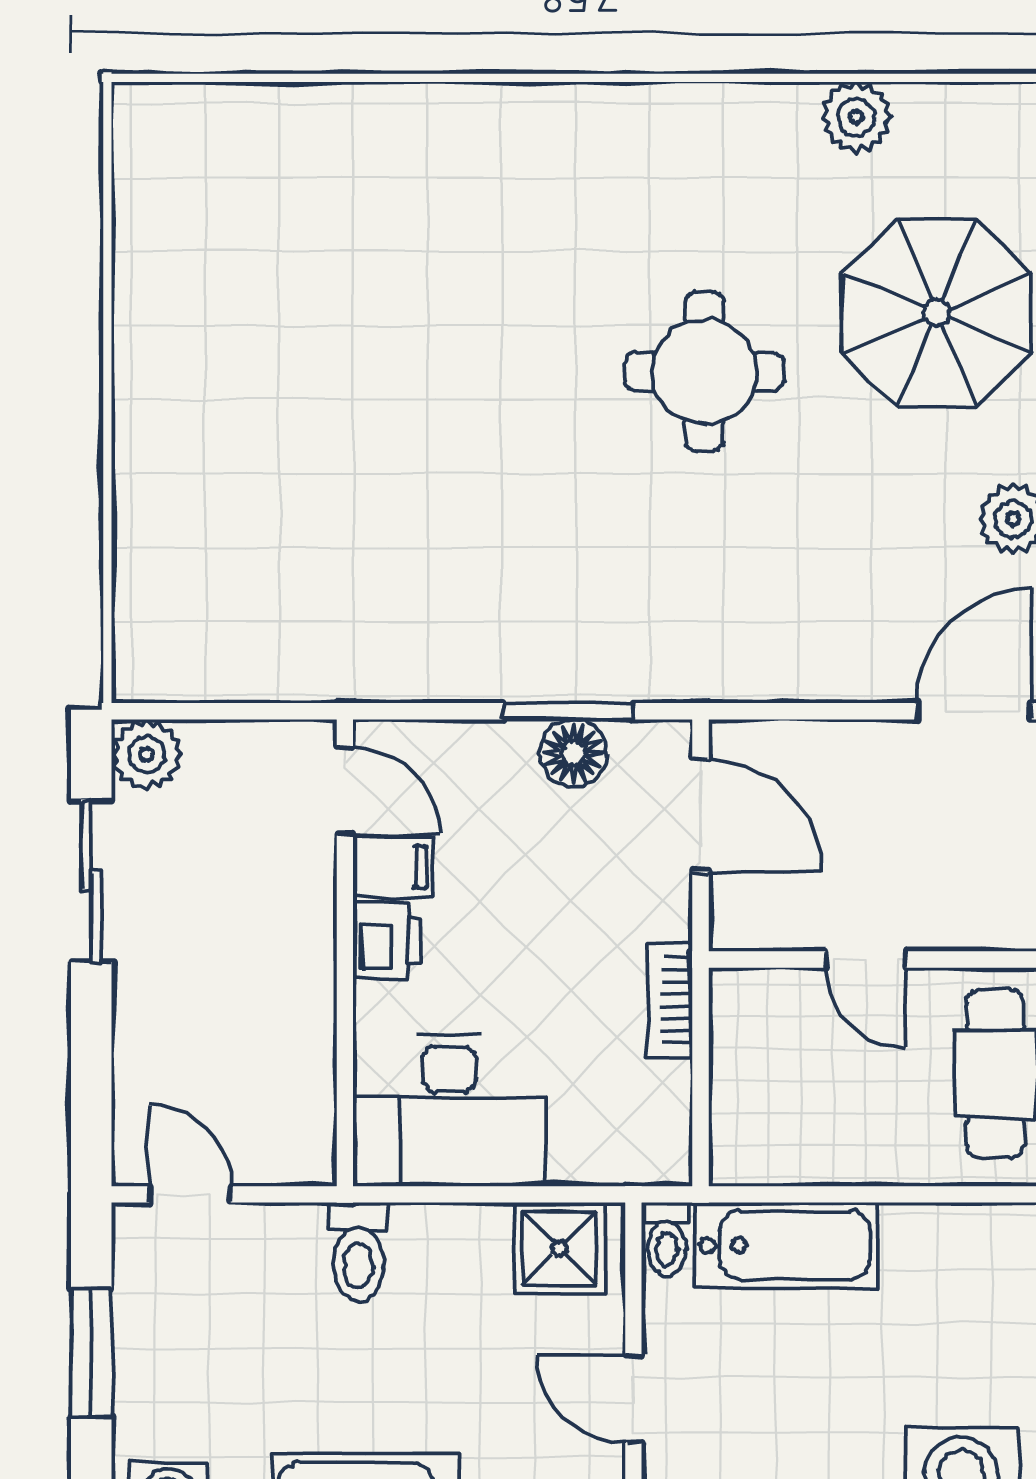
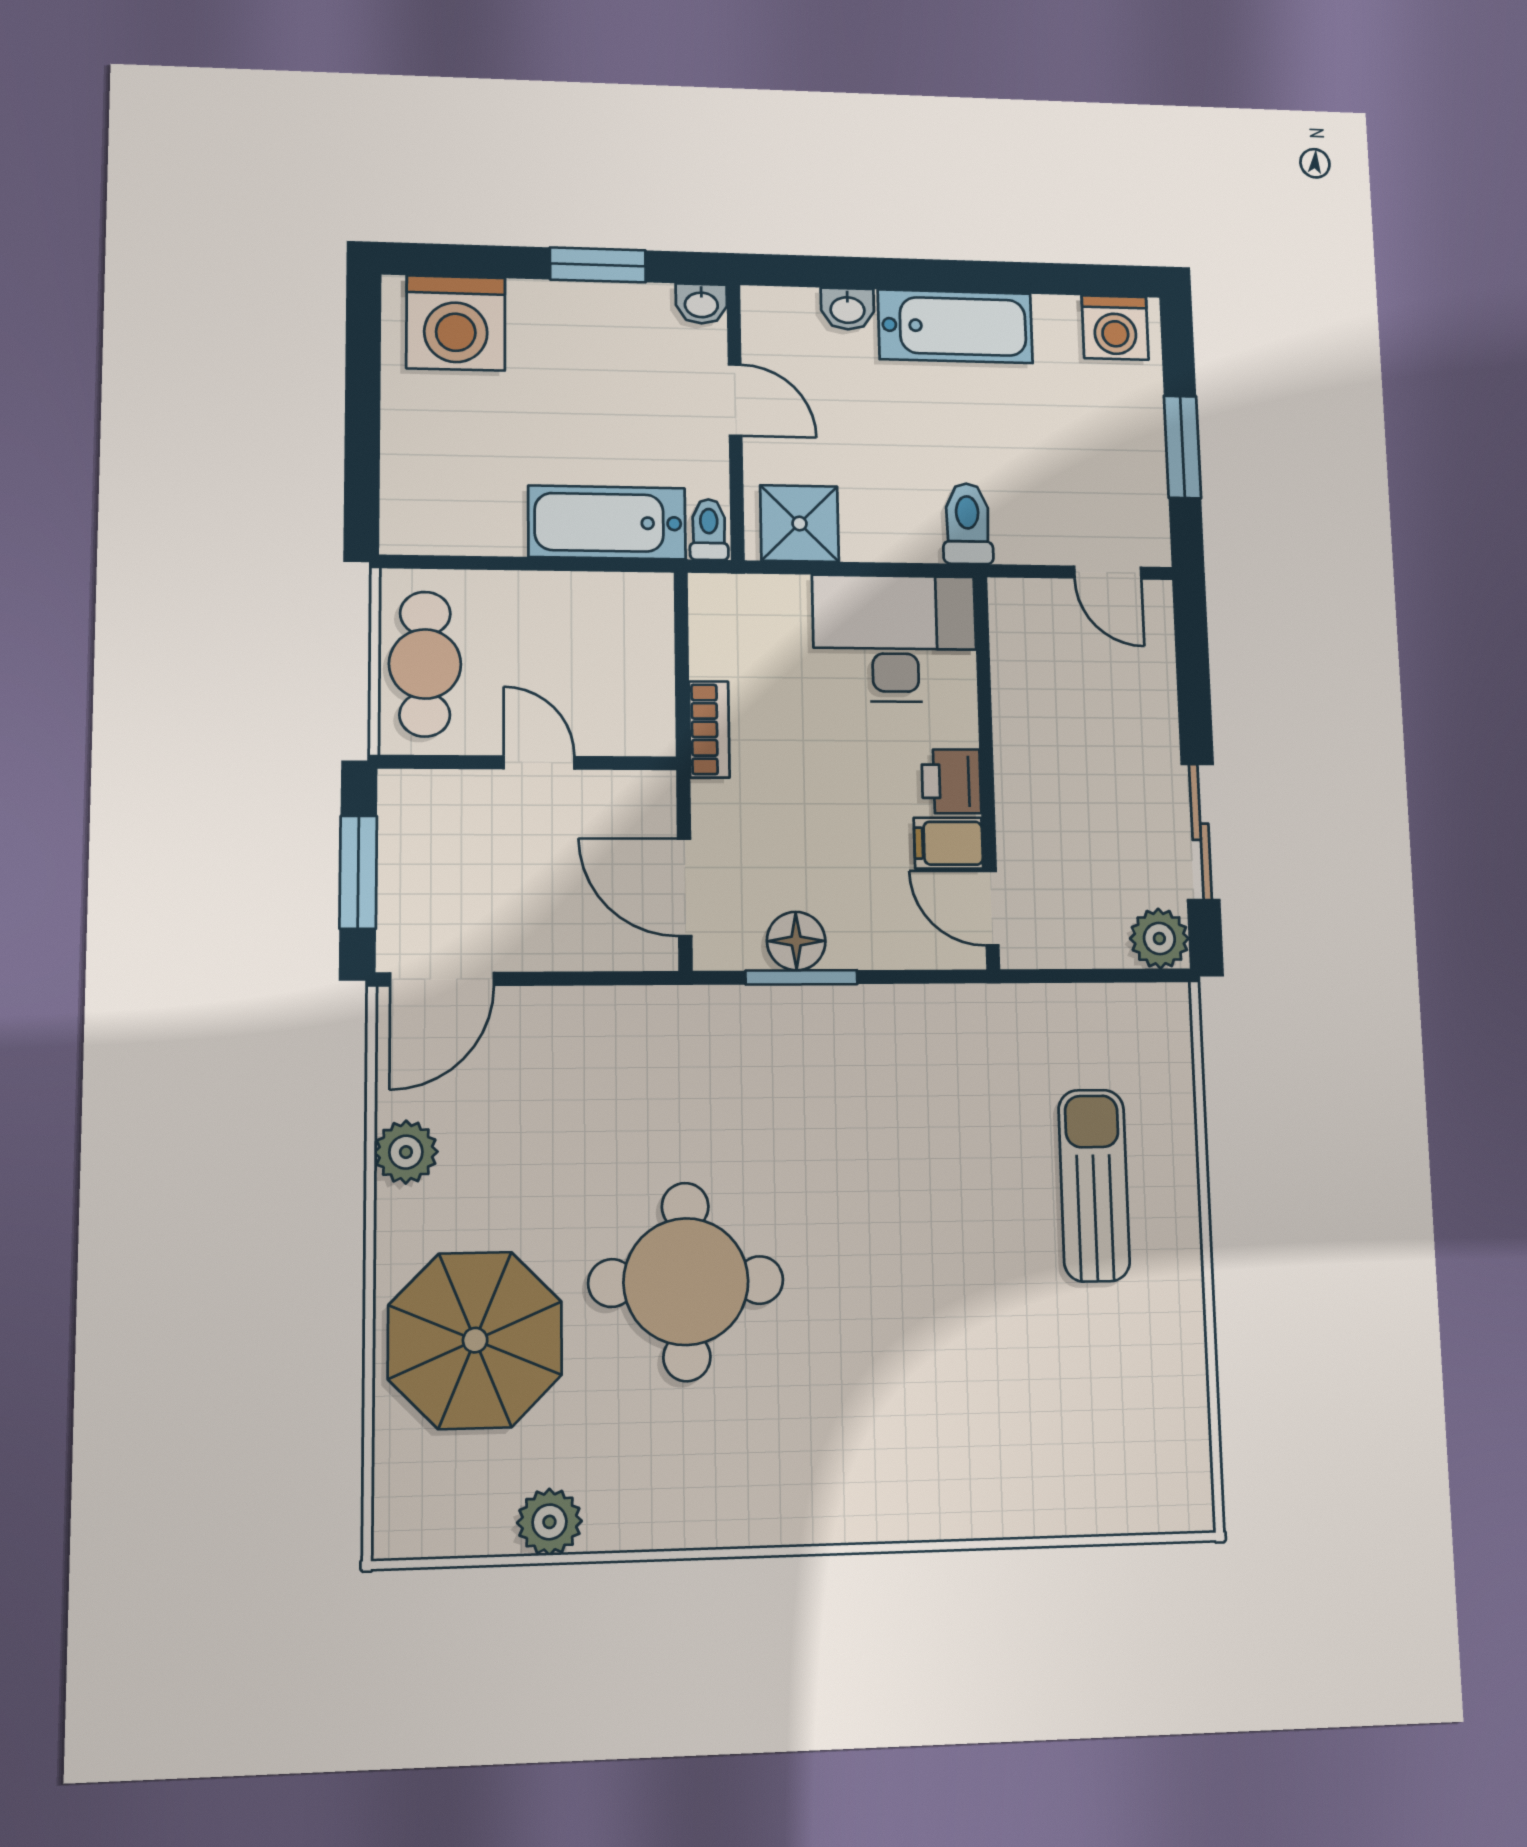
round table: (704, 372) -> (686, 1282), width x1.36, depth x1.36
sun lounger: (236, 471) -> (1094, 1185), added

